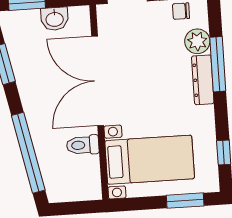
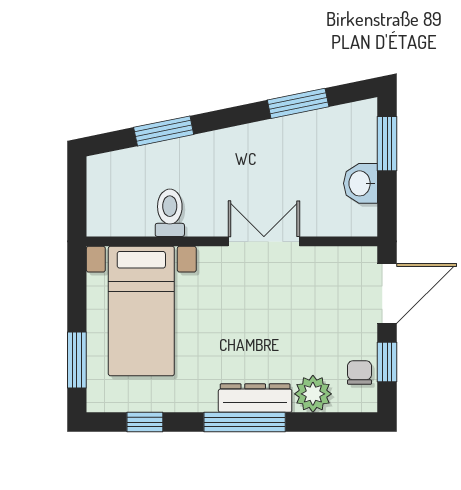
window: (218, 64) -> (245, 422), moved
double door: (98, 81) -> (264, 241), width x0.54
window: (28, 153) -> (164, 131), width x0.47

